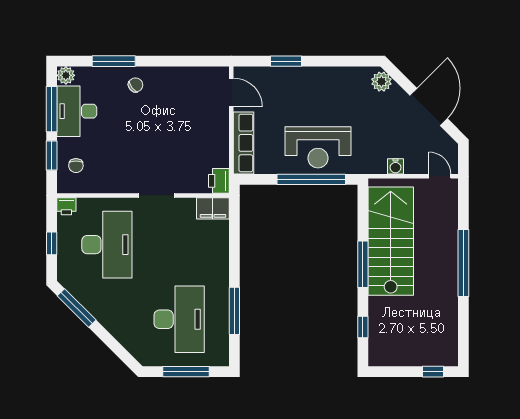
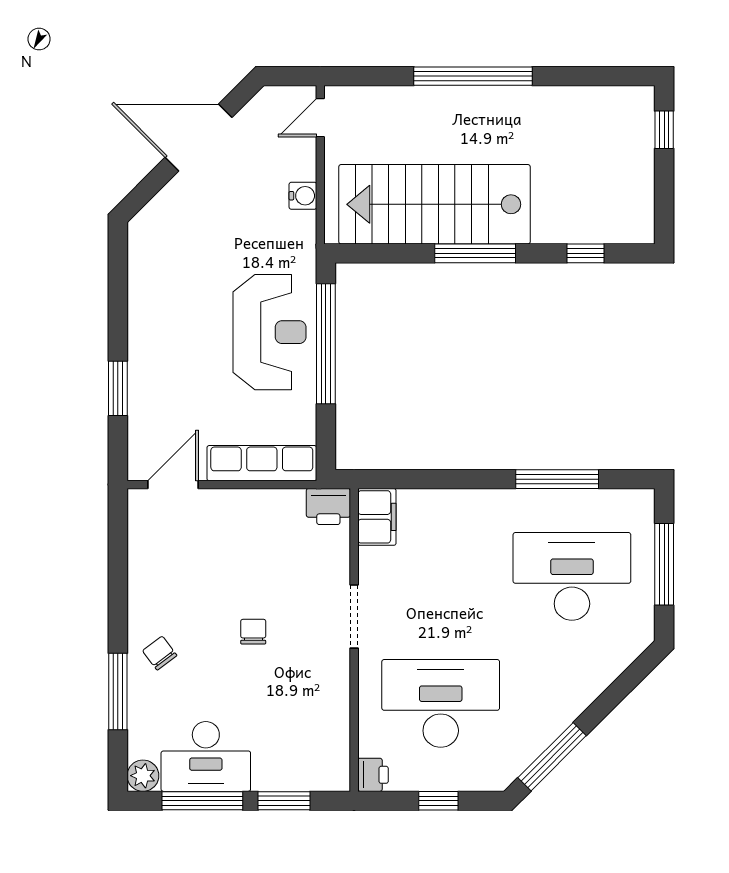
plant: (381, 82) -> (154, 220), removed
chair: (76, 166) -> (253, 632), moved, turned -90

